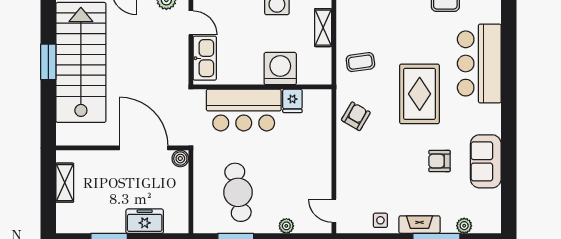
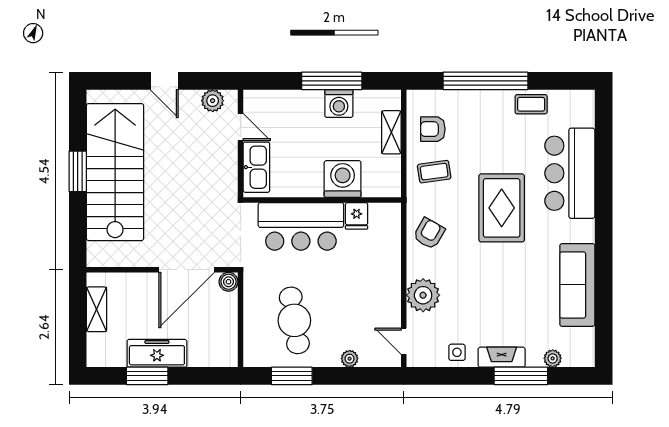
door: (144, 148) -> (187, 270), swing flipped
armchair: (440, 161) -> (433, 129), moved
sofa: (486, 161) -> (577, 285), width x1.36
plant: (351, 170) -> (423, 295), added
freezer: (145, 221) -> (157, 353), moved, width x1.40

